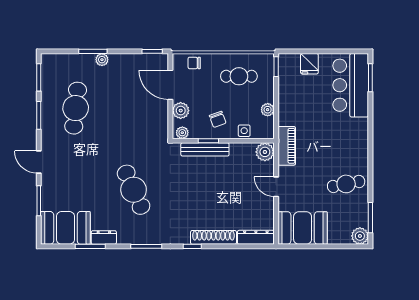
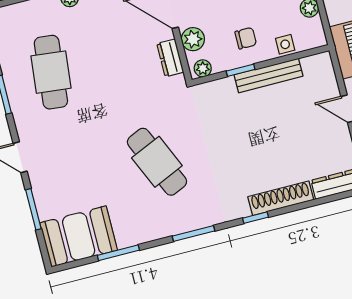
chair: (218, 119) -> (246, 38), turned -70
bench: (205, 149) -> (269, 75), moved
plant: (265, 152) -> (320, 66), removed
dresser: (104, 237) -> (170, 58), moved, turned -90

